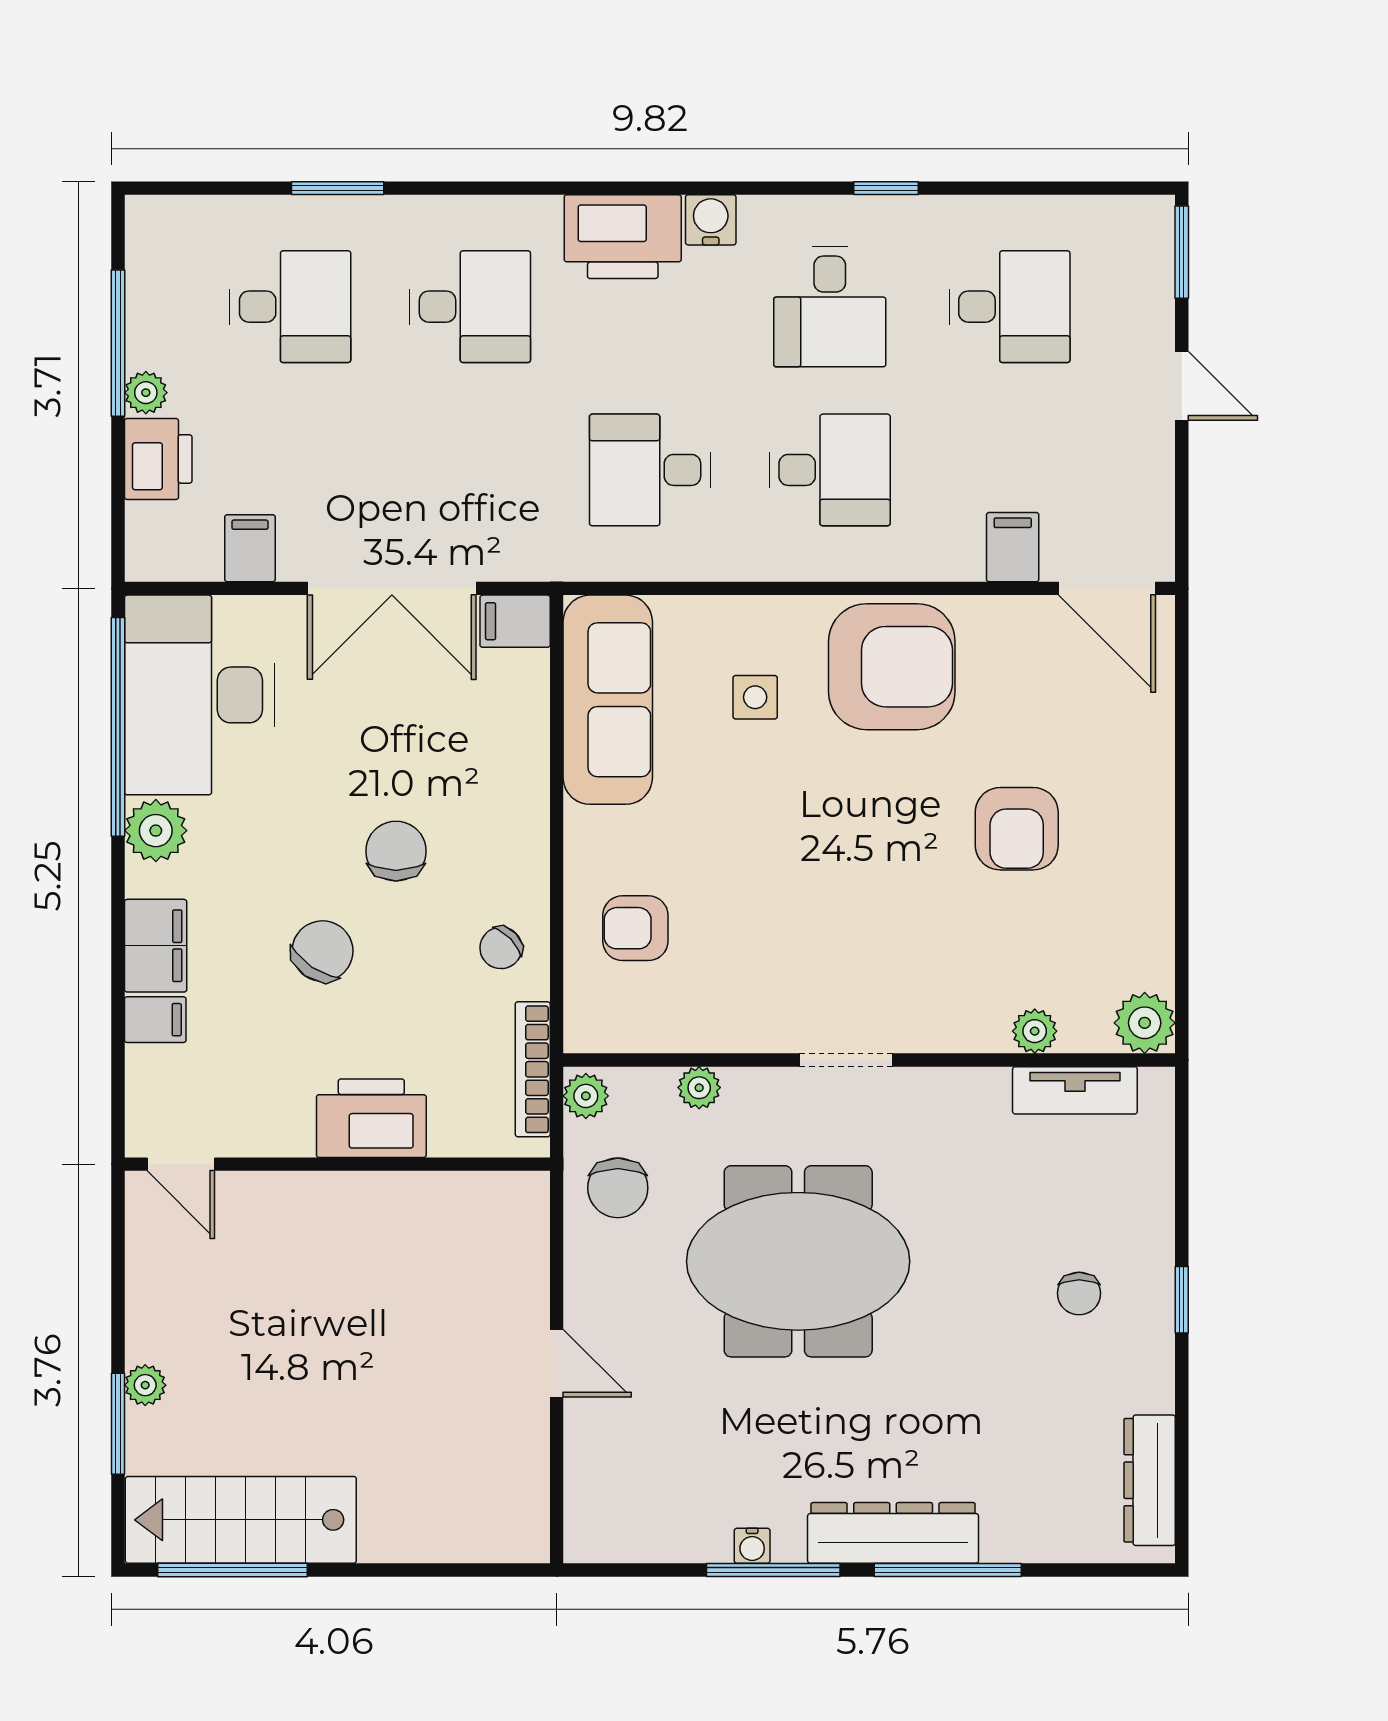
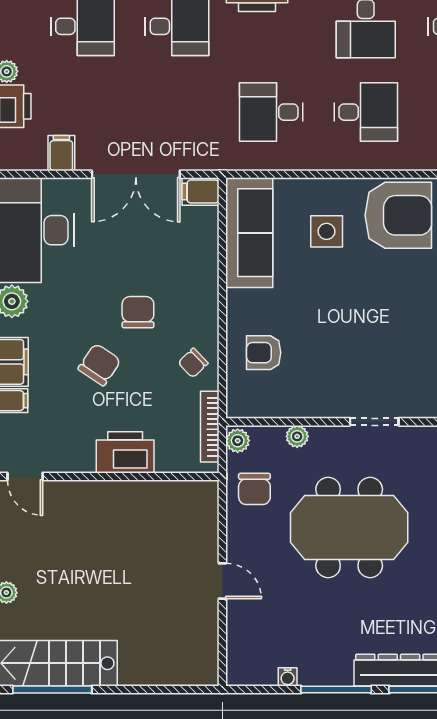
side table: (755, 697) -> (327, 231), width x1.37, depth x1.37
water cooler: (752, 1546) -> (288, 677), moved

